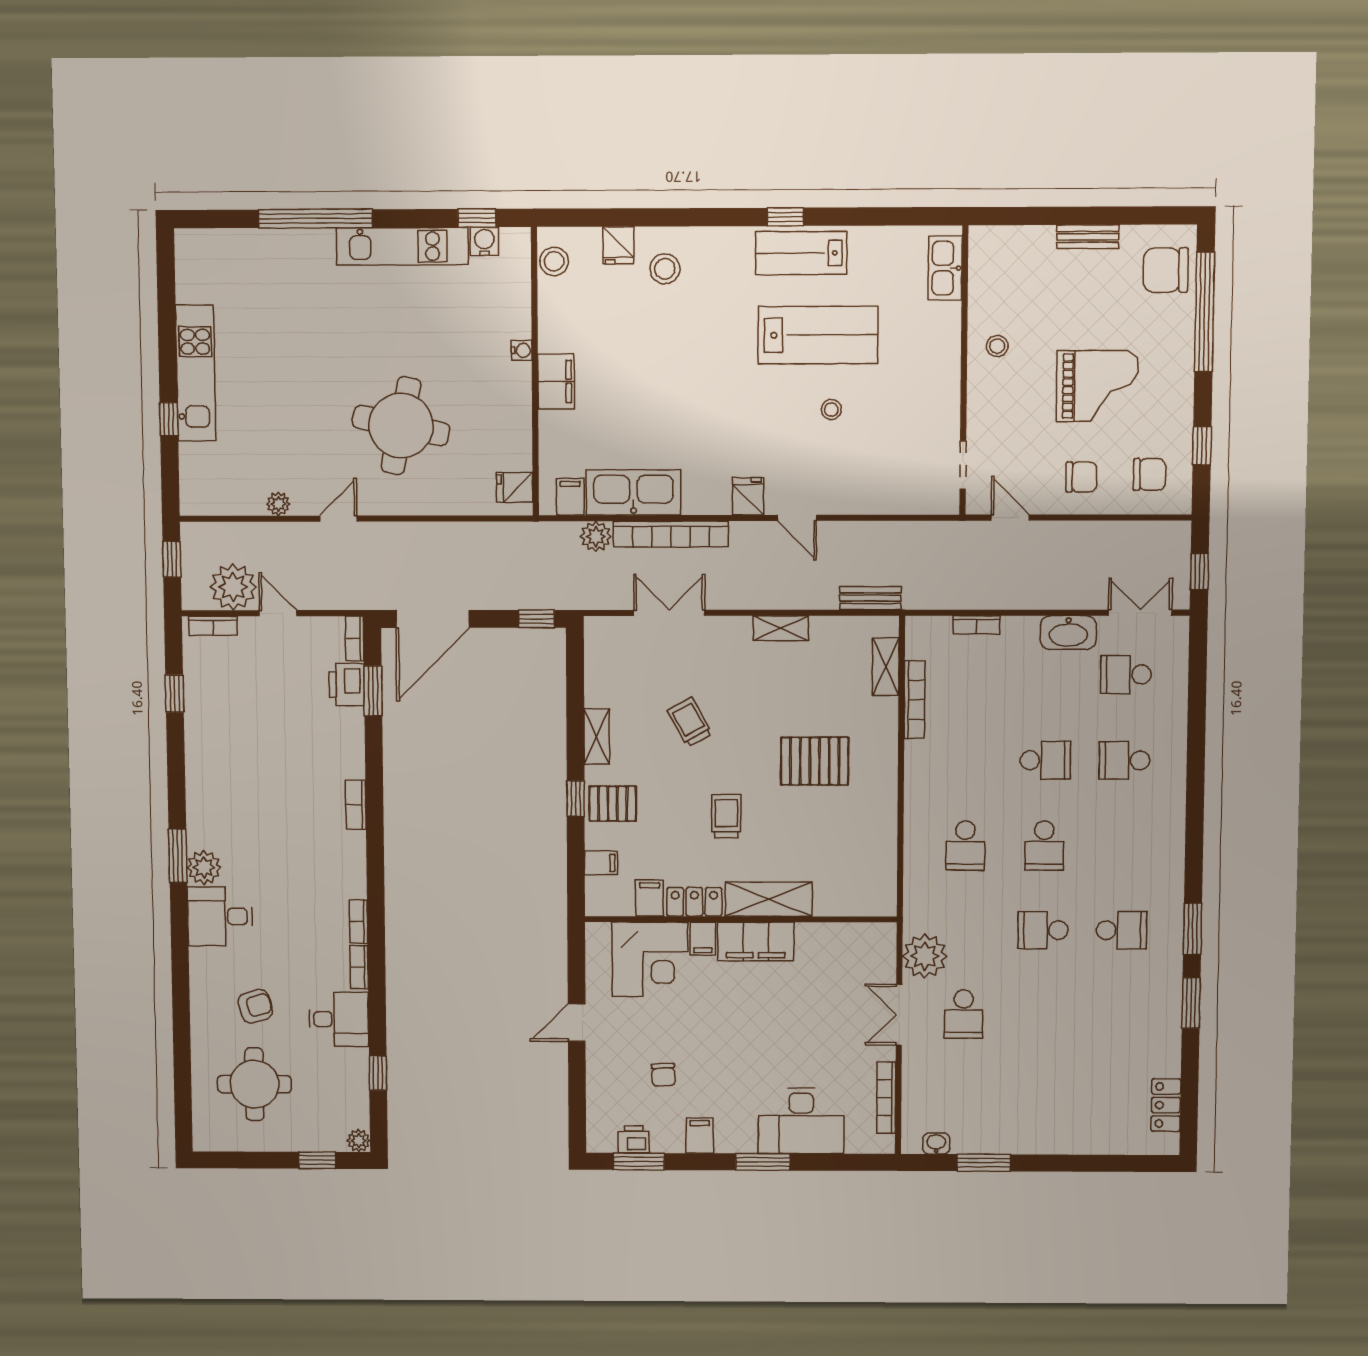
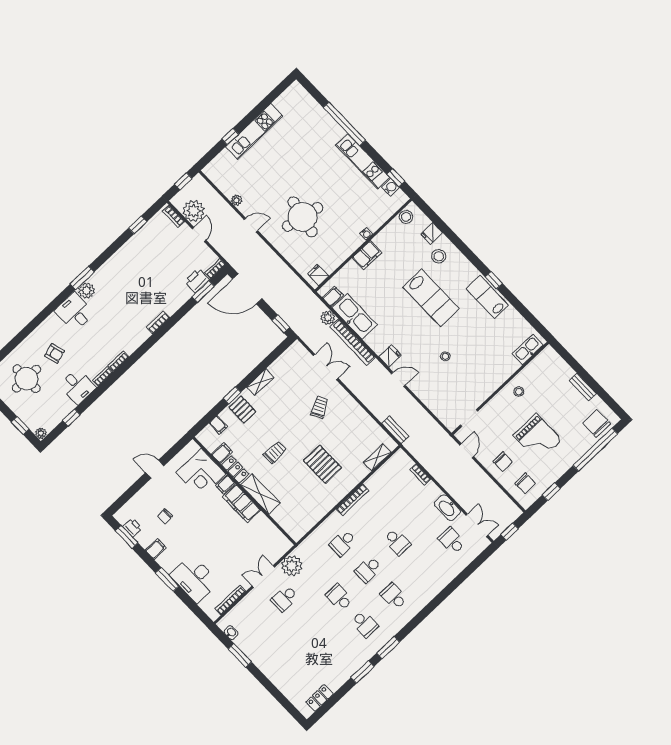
lab bench: (818, 335) -> (431, 298), moved
door: (797, 518) -> (398, 379), swing flipped
shelving: (781, 628) -> (356, 409), removed
bookcase: (915, 700) -> (352, 500), moved
trolley: (690, 722) -> (320, 407), moved
school desk: (1124, 760) -> (394, 596), moved

